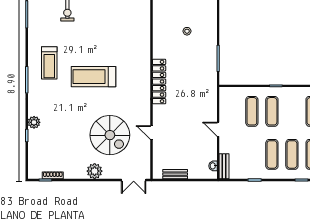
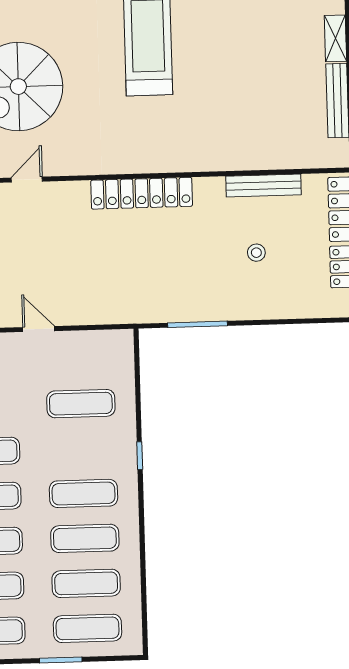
bench: (157, 27) -> (264, 185), added
exercise mat: (272, 111) -> (83, 493), moved
door: (218, 129) -> (39, 329), hinge flipped

